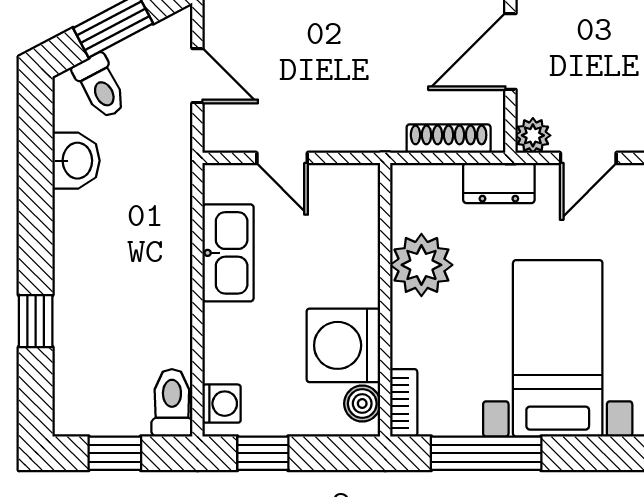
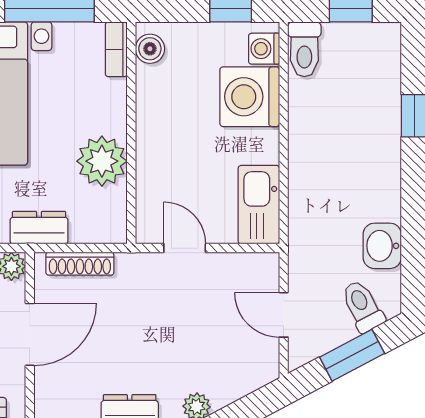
door: (282, 158) -> (185, 248), moved
kitchen sink: (228, 253) -> (259, 205), moved
washing machine: (343, 345) -> (250, 97), moved, turned 180

